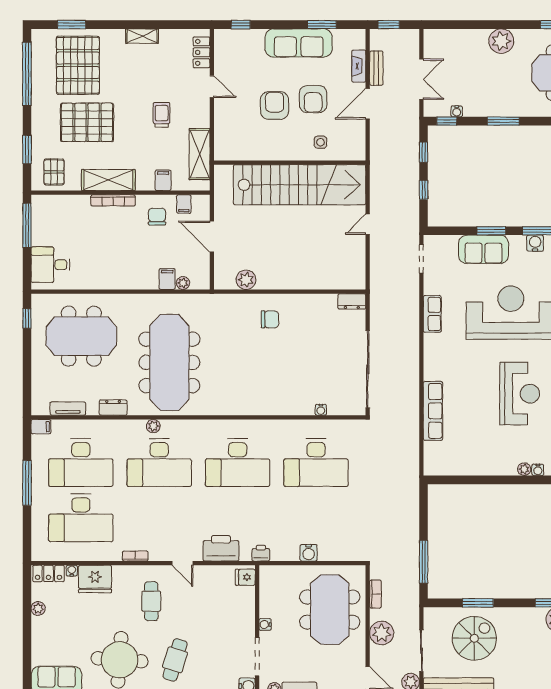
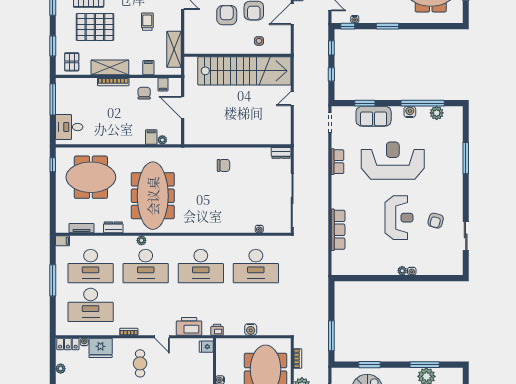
window: (491, 231) -> (365, 103), moved
plant: (246, 280) -> (207, 138), removed

